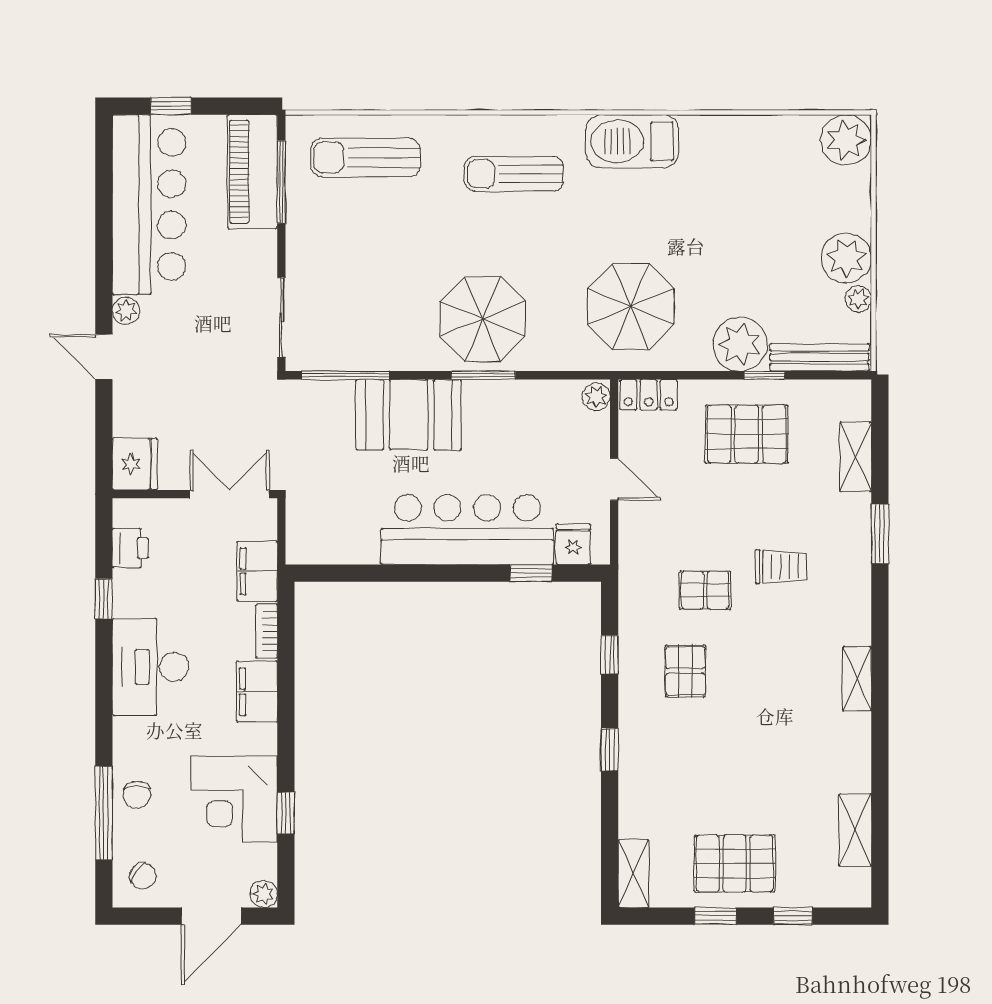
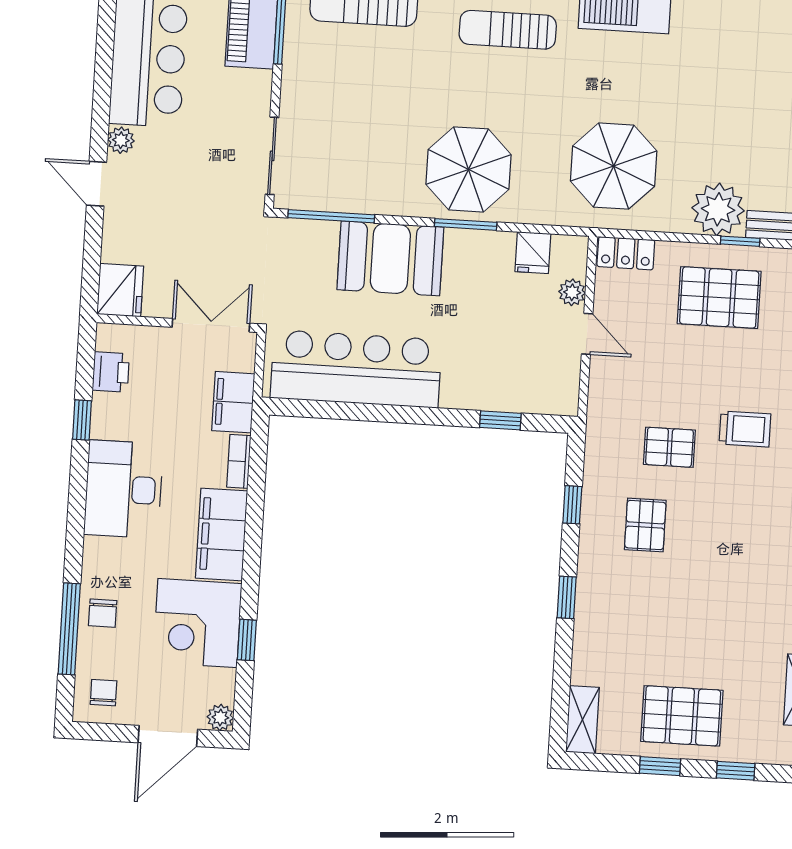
plant: (596, 397) -> (572, 292), moved
bar counter: (467, 530) -> (356, 369), moved
fridge: (573, 544) -> (533, 253), moved, turned 180
filing cabinet: (257, 692) -> (222, 534), width x1.50, depth x1.17
chair: (143, 876) -> (104, 693), turned -126

